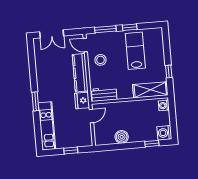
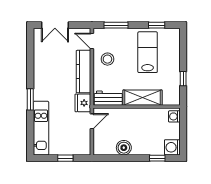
window: (130, 27) -> (157, 25), moved
shelving: (150, 90) -> (143, 98), moved

